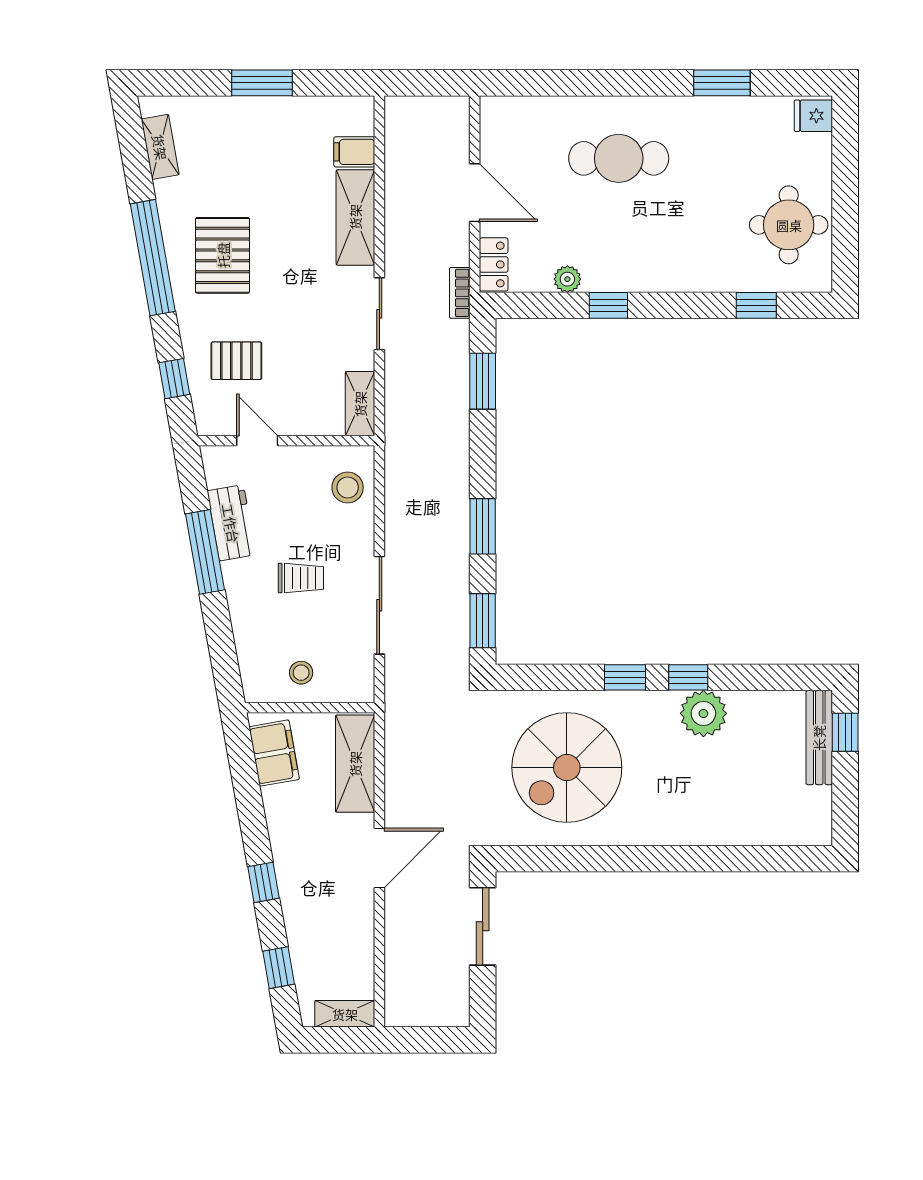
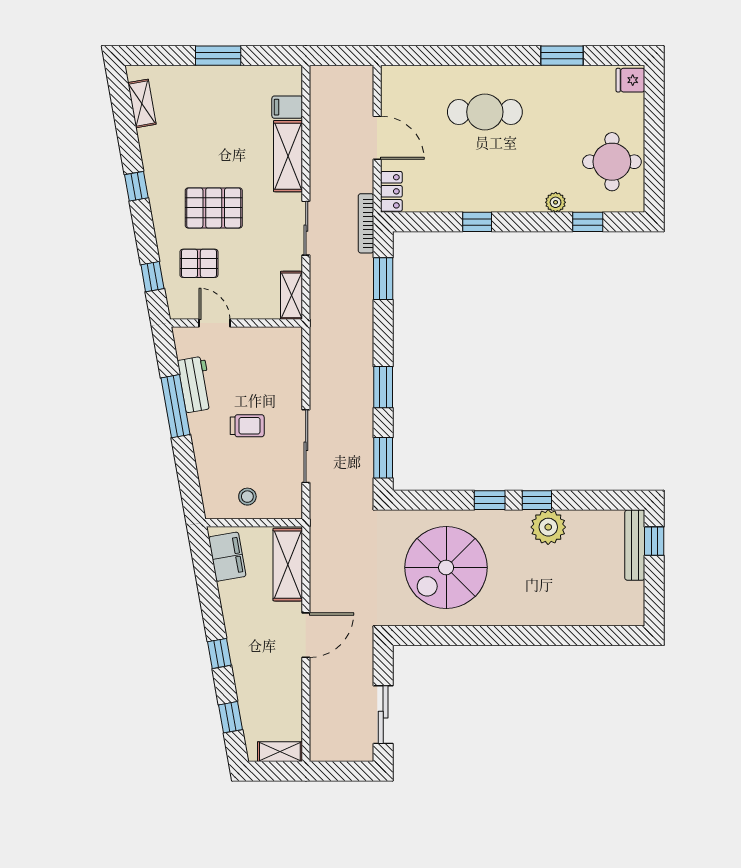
pallet: (223, 255) -> (214, 208), moved, turned 90
window: (153, 258) -> (136, 186), width x0.32
plant: (567, 279) -> (556, 202), moved
bookcase: (460, 293) -> (366, 223), width x1.56
stool: (348, 487) -> (282, 358), removed
sliding door: (483, 926) -> (383, 715), moved

